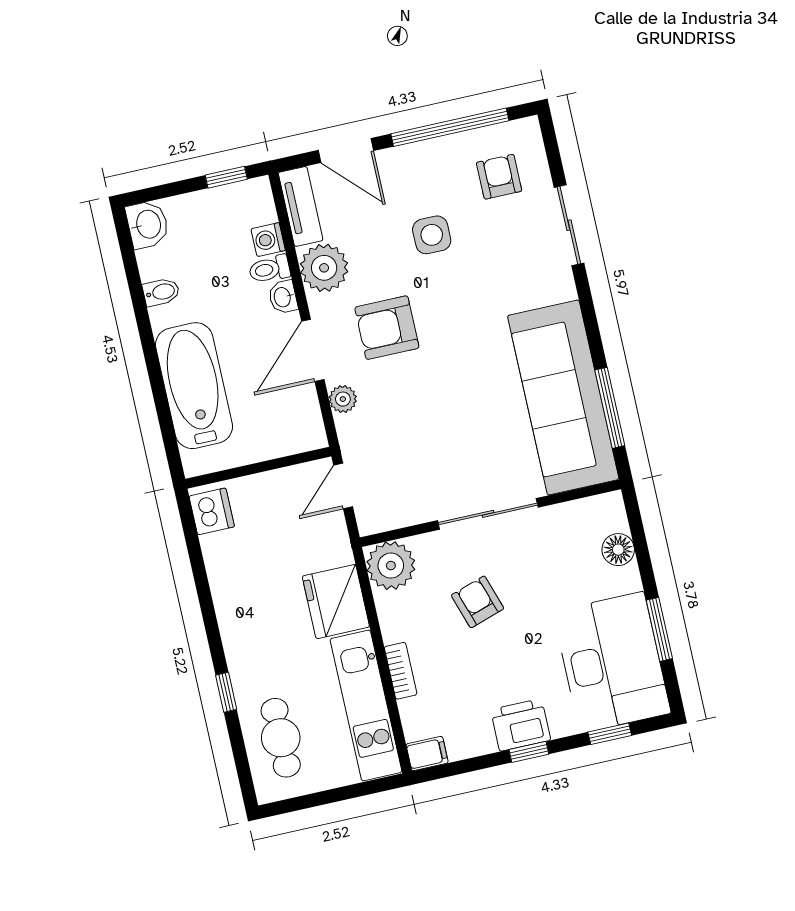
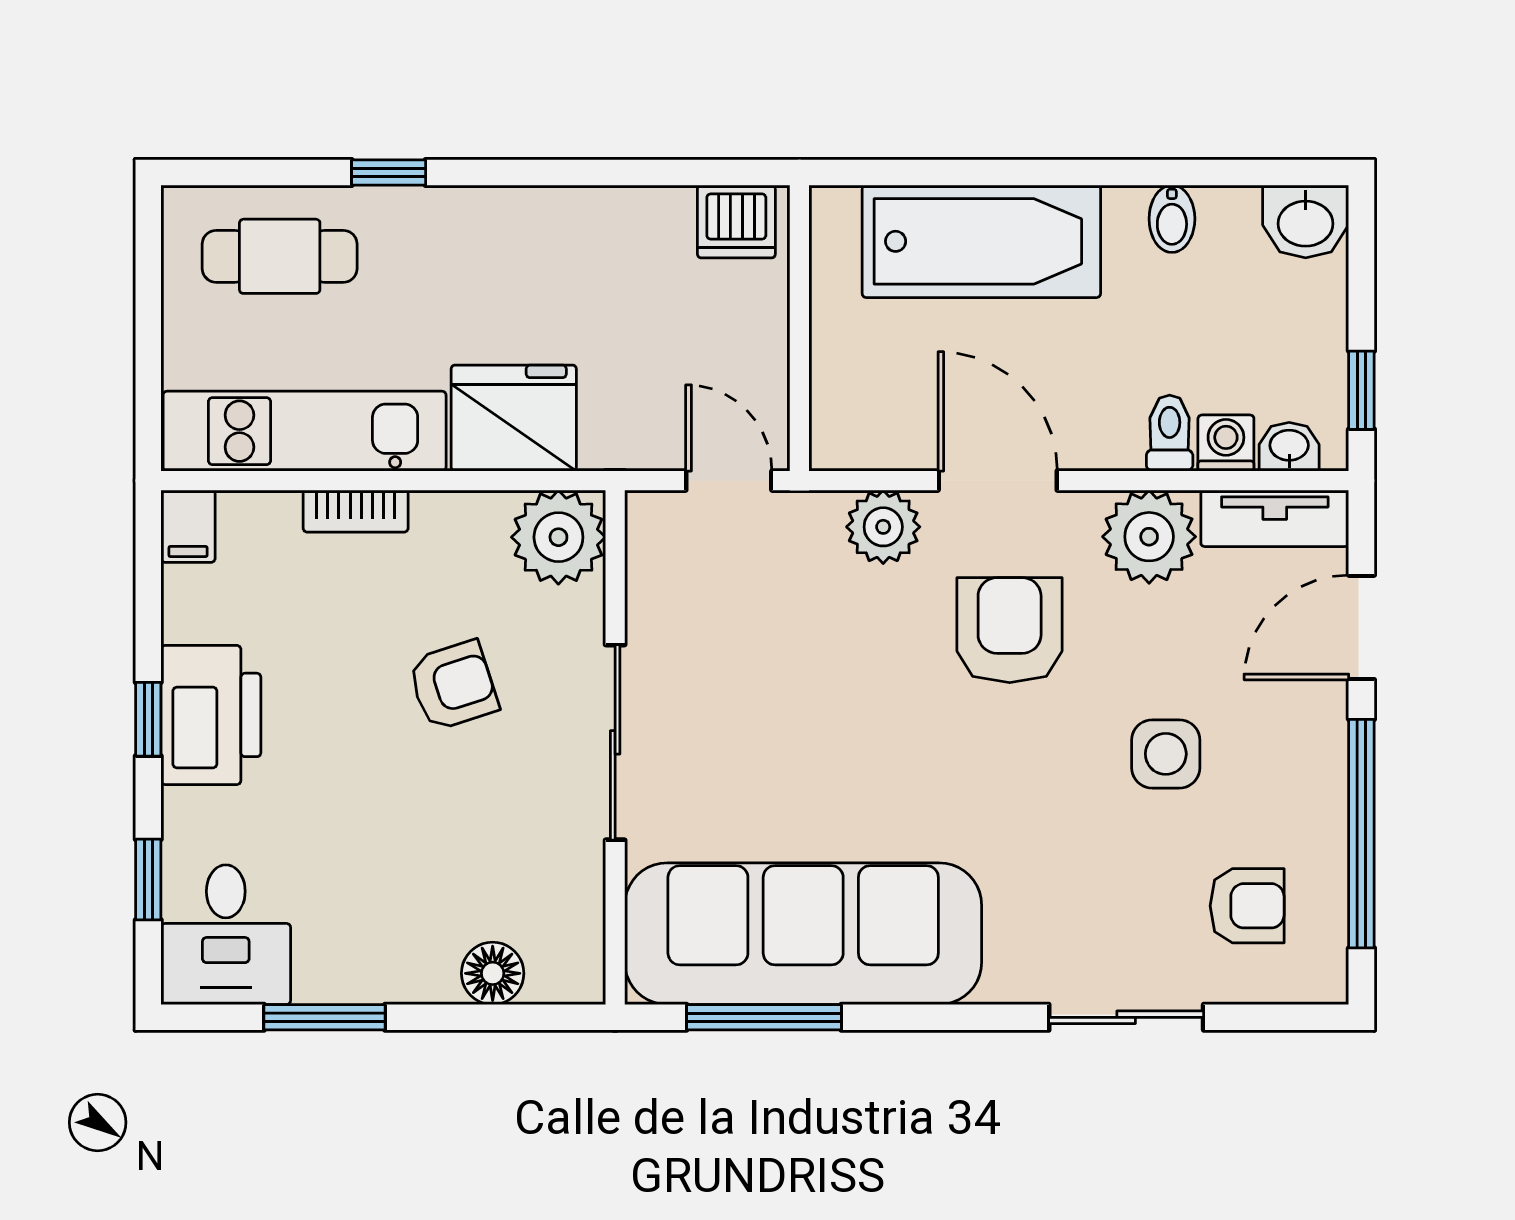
washbasin: (283, 297) -> (1289, 447), moved
plant: (343, 399) -> (883, 527), width x1.38, depth x1.38
desk: (612, 662) -> (226, 935), width x0.53, depth x0.77
printer: (521, 725) -> (211, 715), width x1.37, depth x1.19

